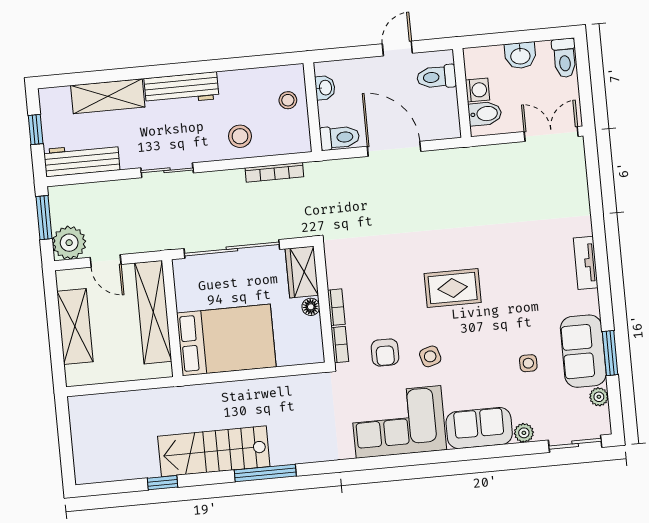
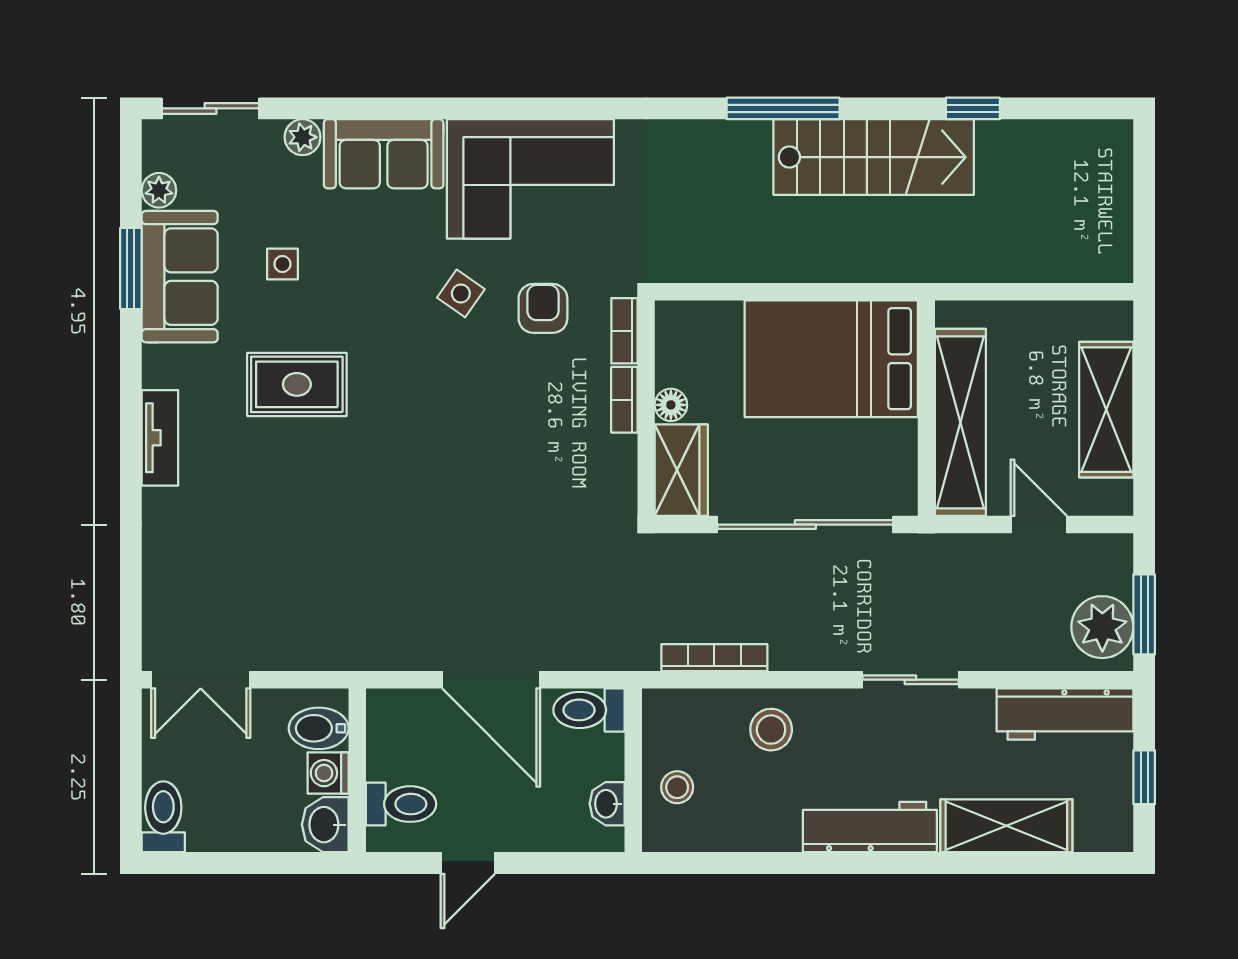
washbasin: (520, 55) -> (325, 825), moved, turned -90
plant: (69, 243) -> (1102, 627), moved
rug: (453, 288) -> (297, 384), moved
side table: (430, 356) -> (461, 293), turned -38

